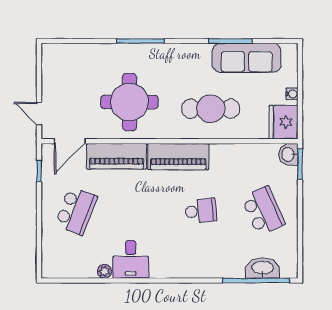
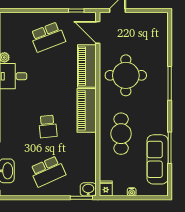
fridge: (283, 122) -> (106, 188), width x0.53, depth x0.75
school desk: (76, 211) -> (48, 37), turned -42

